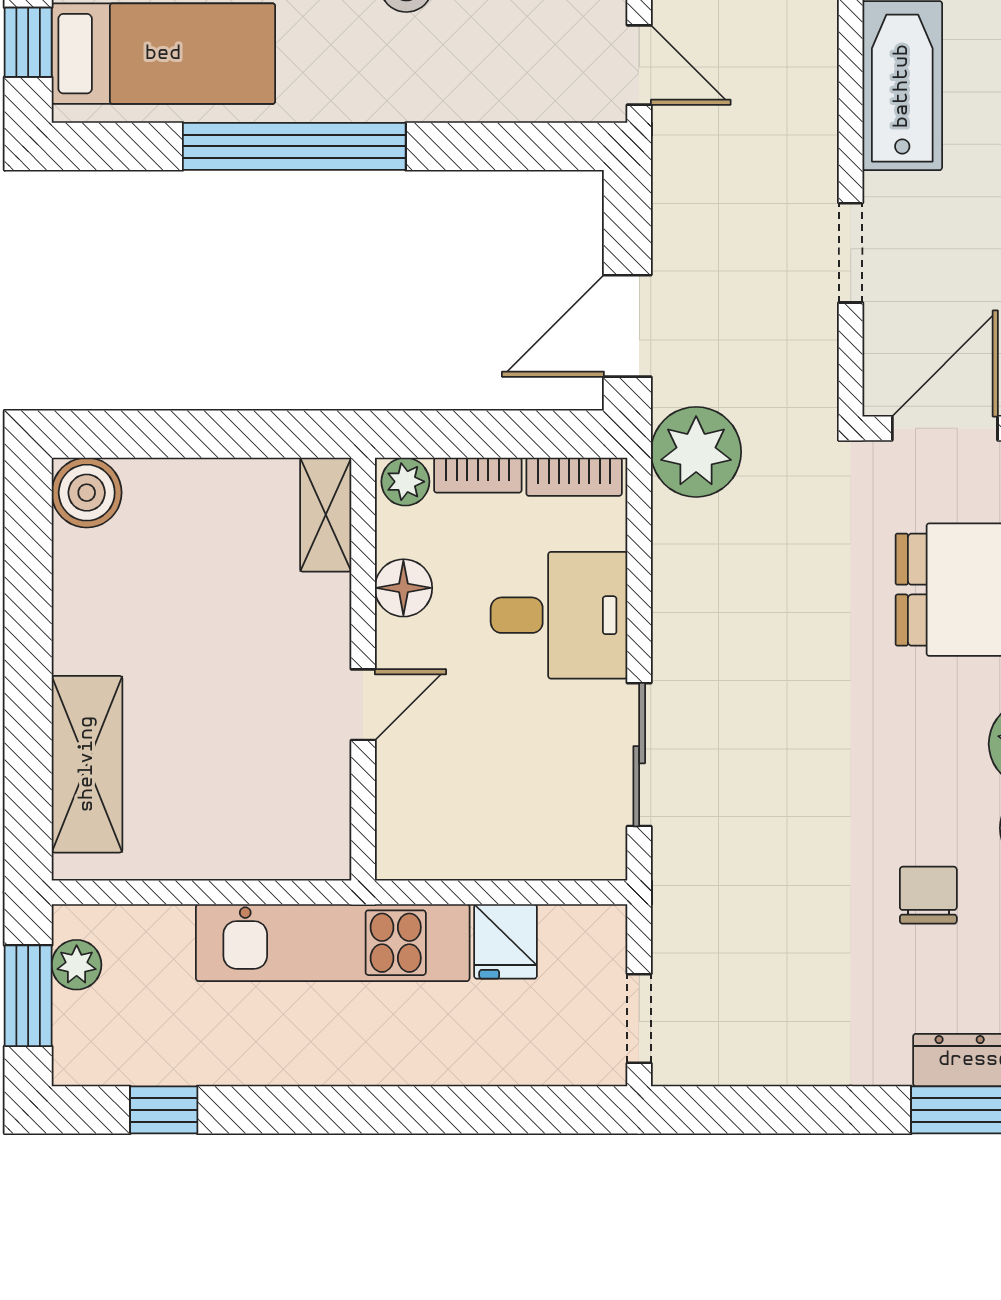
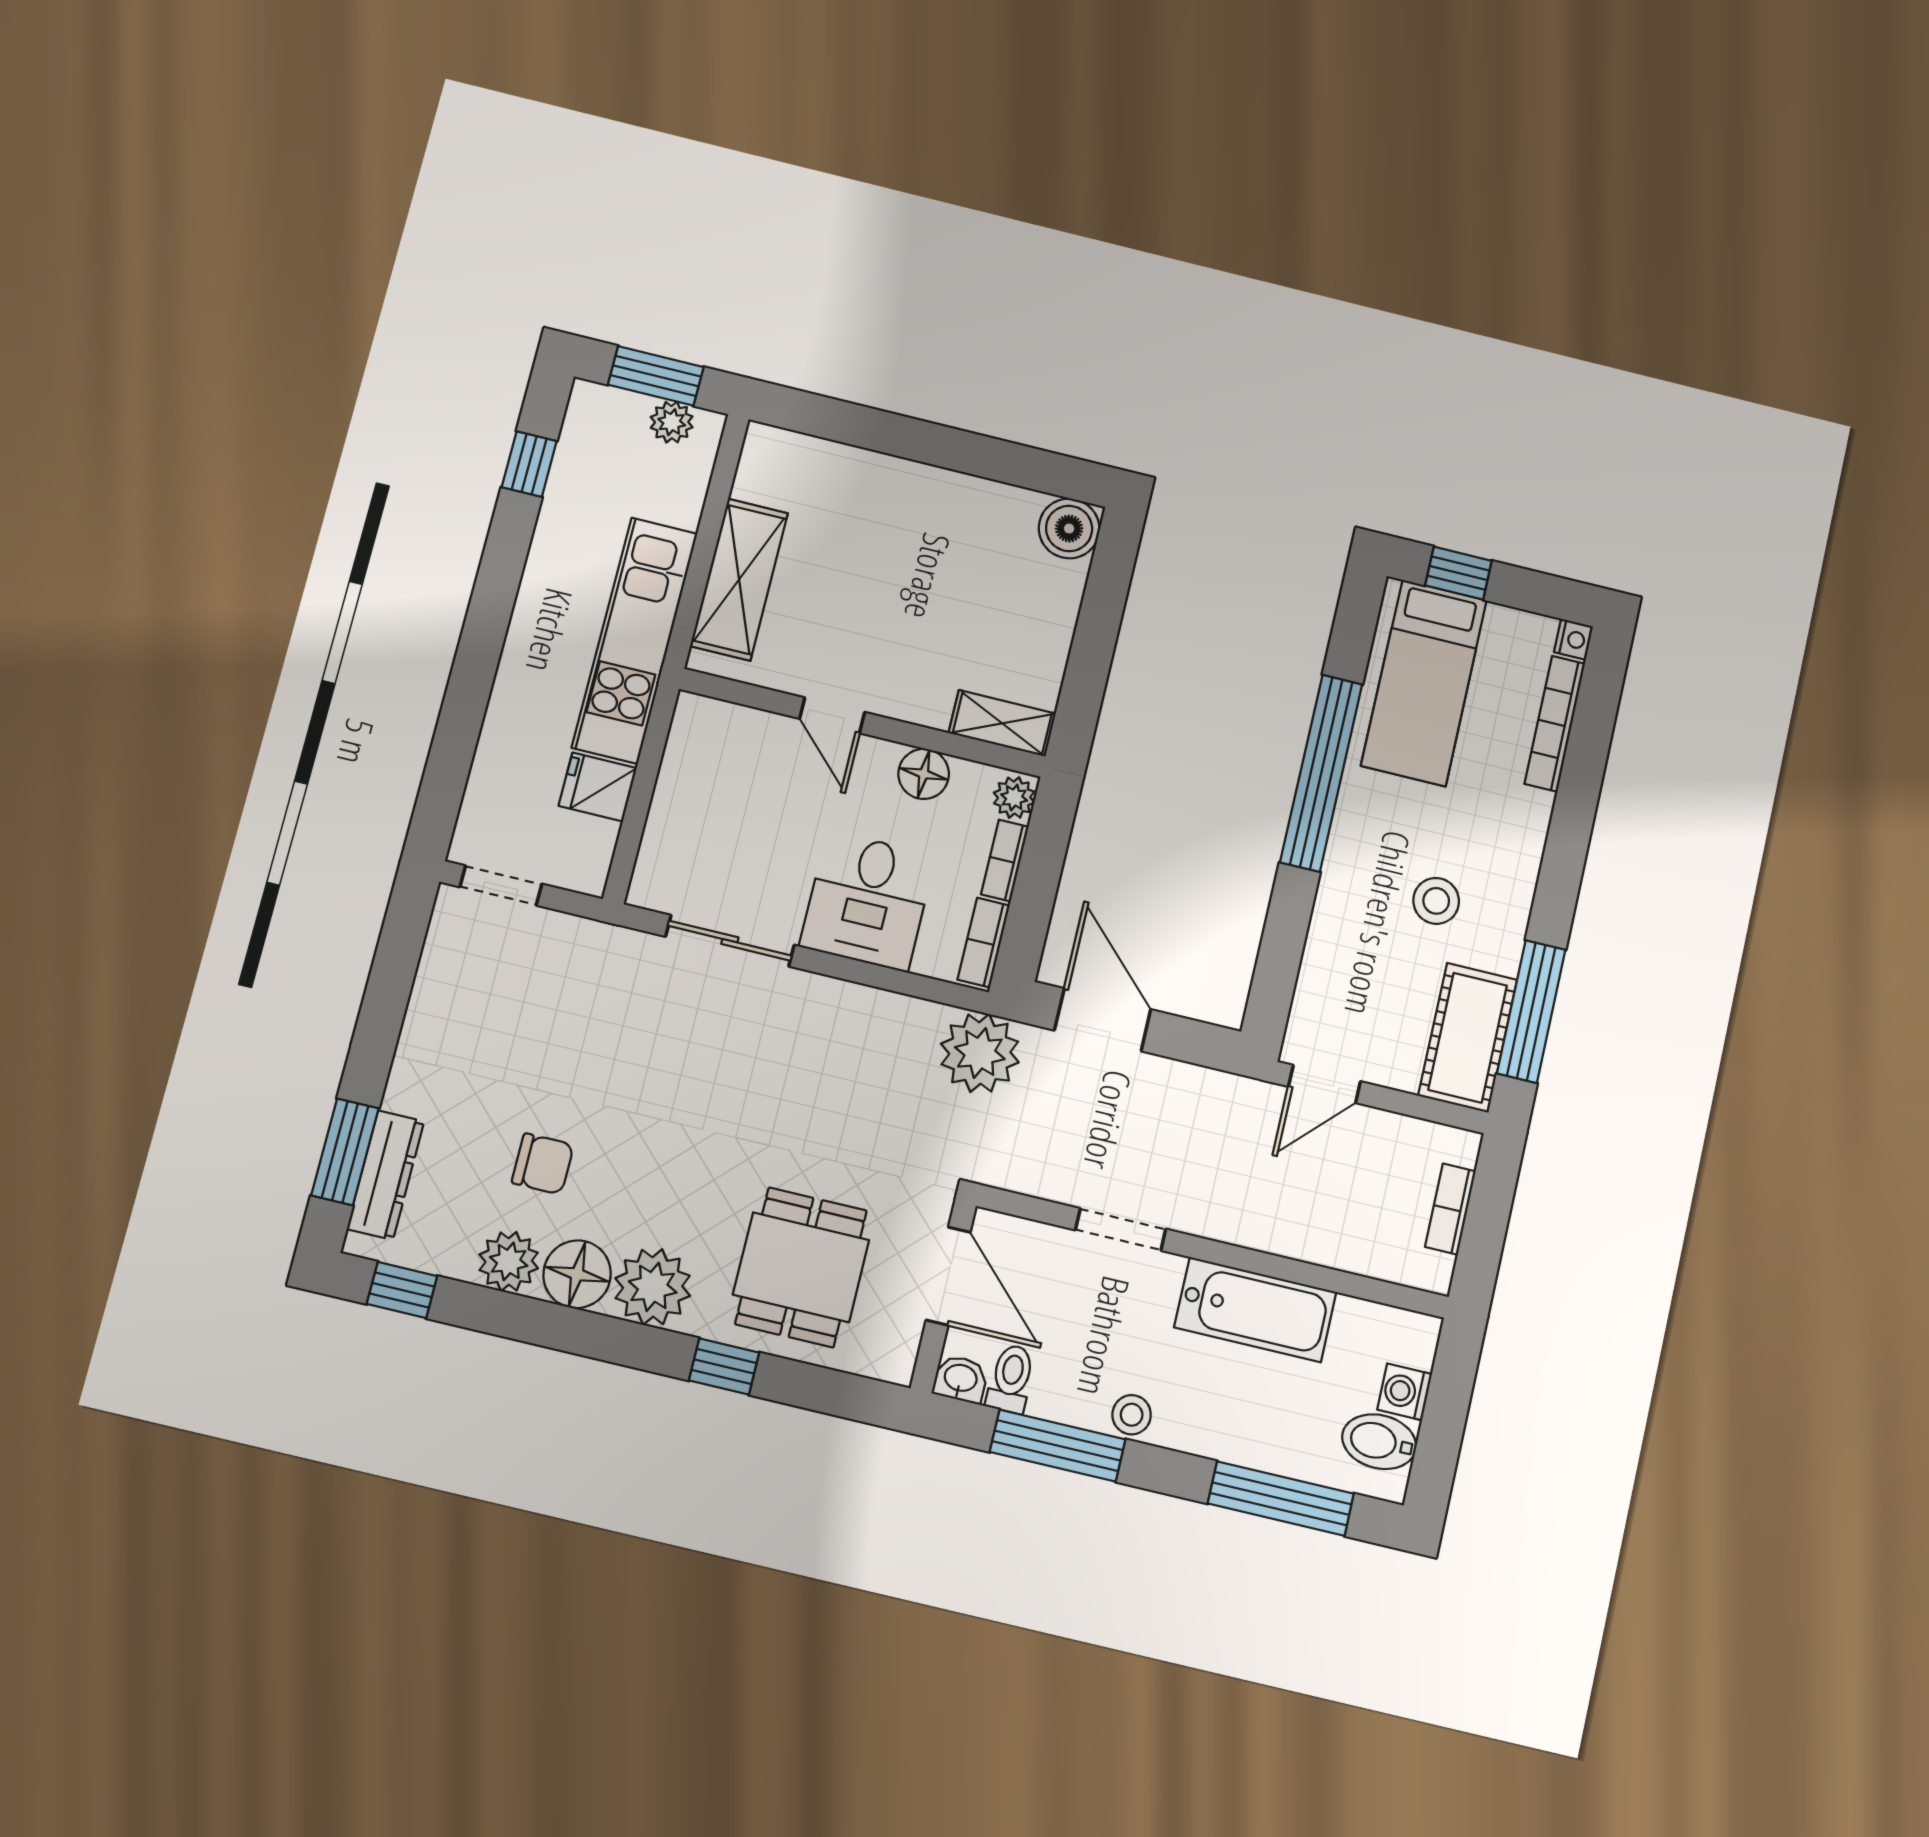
shelving: (87, 764) -> (739, 580), moved, turned 90

